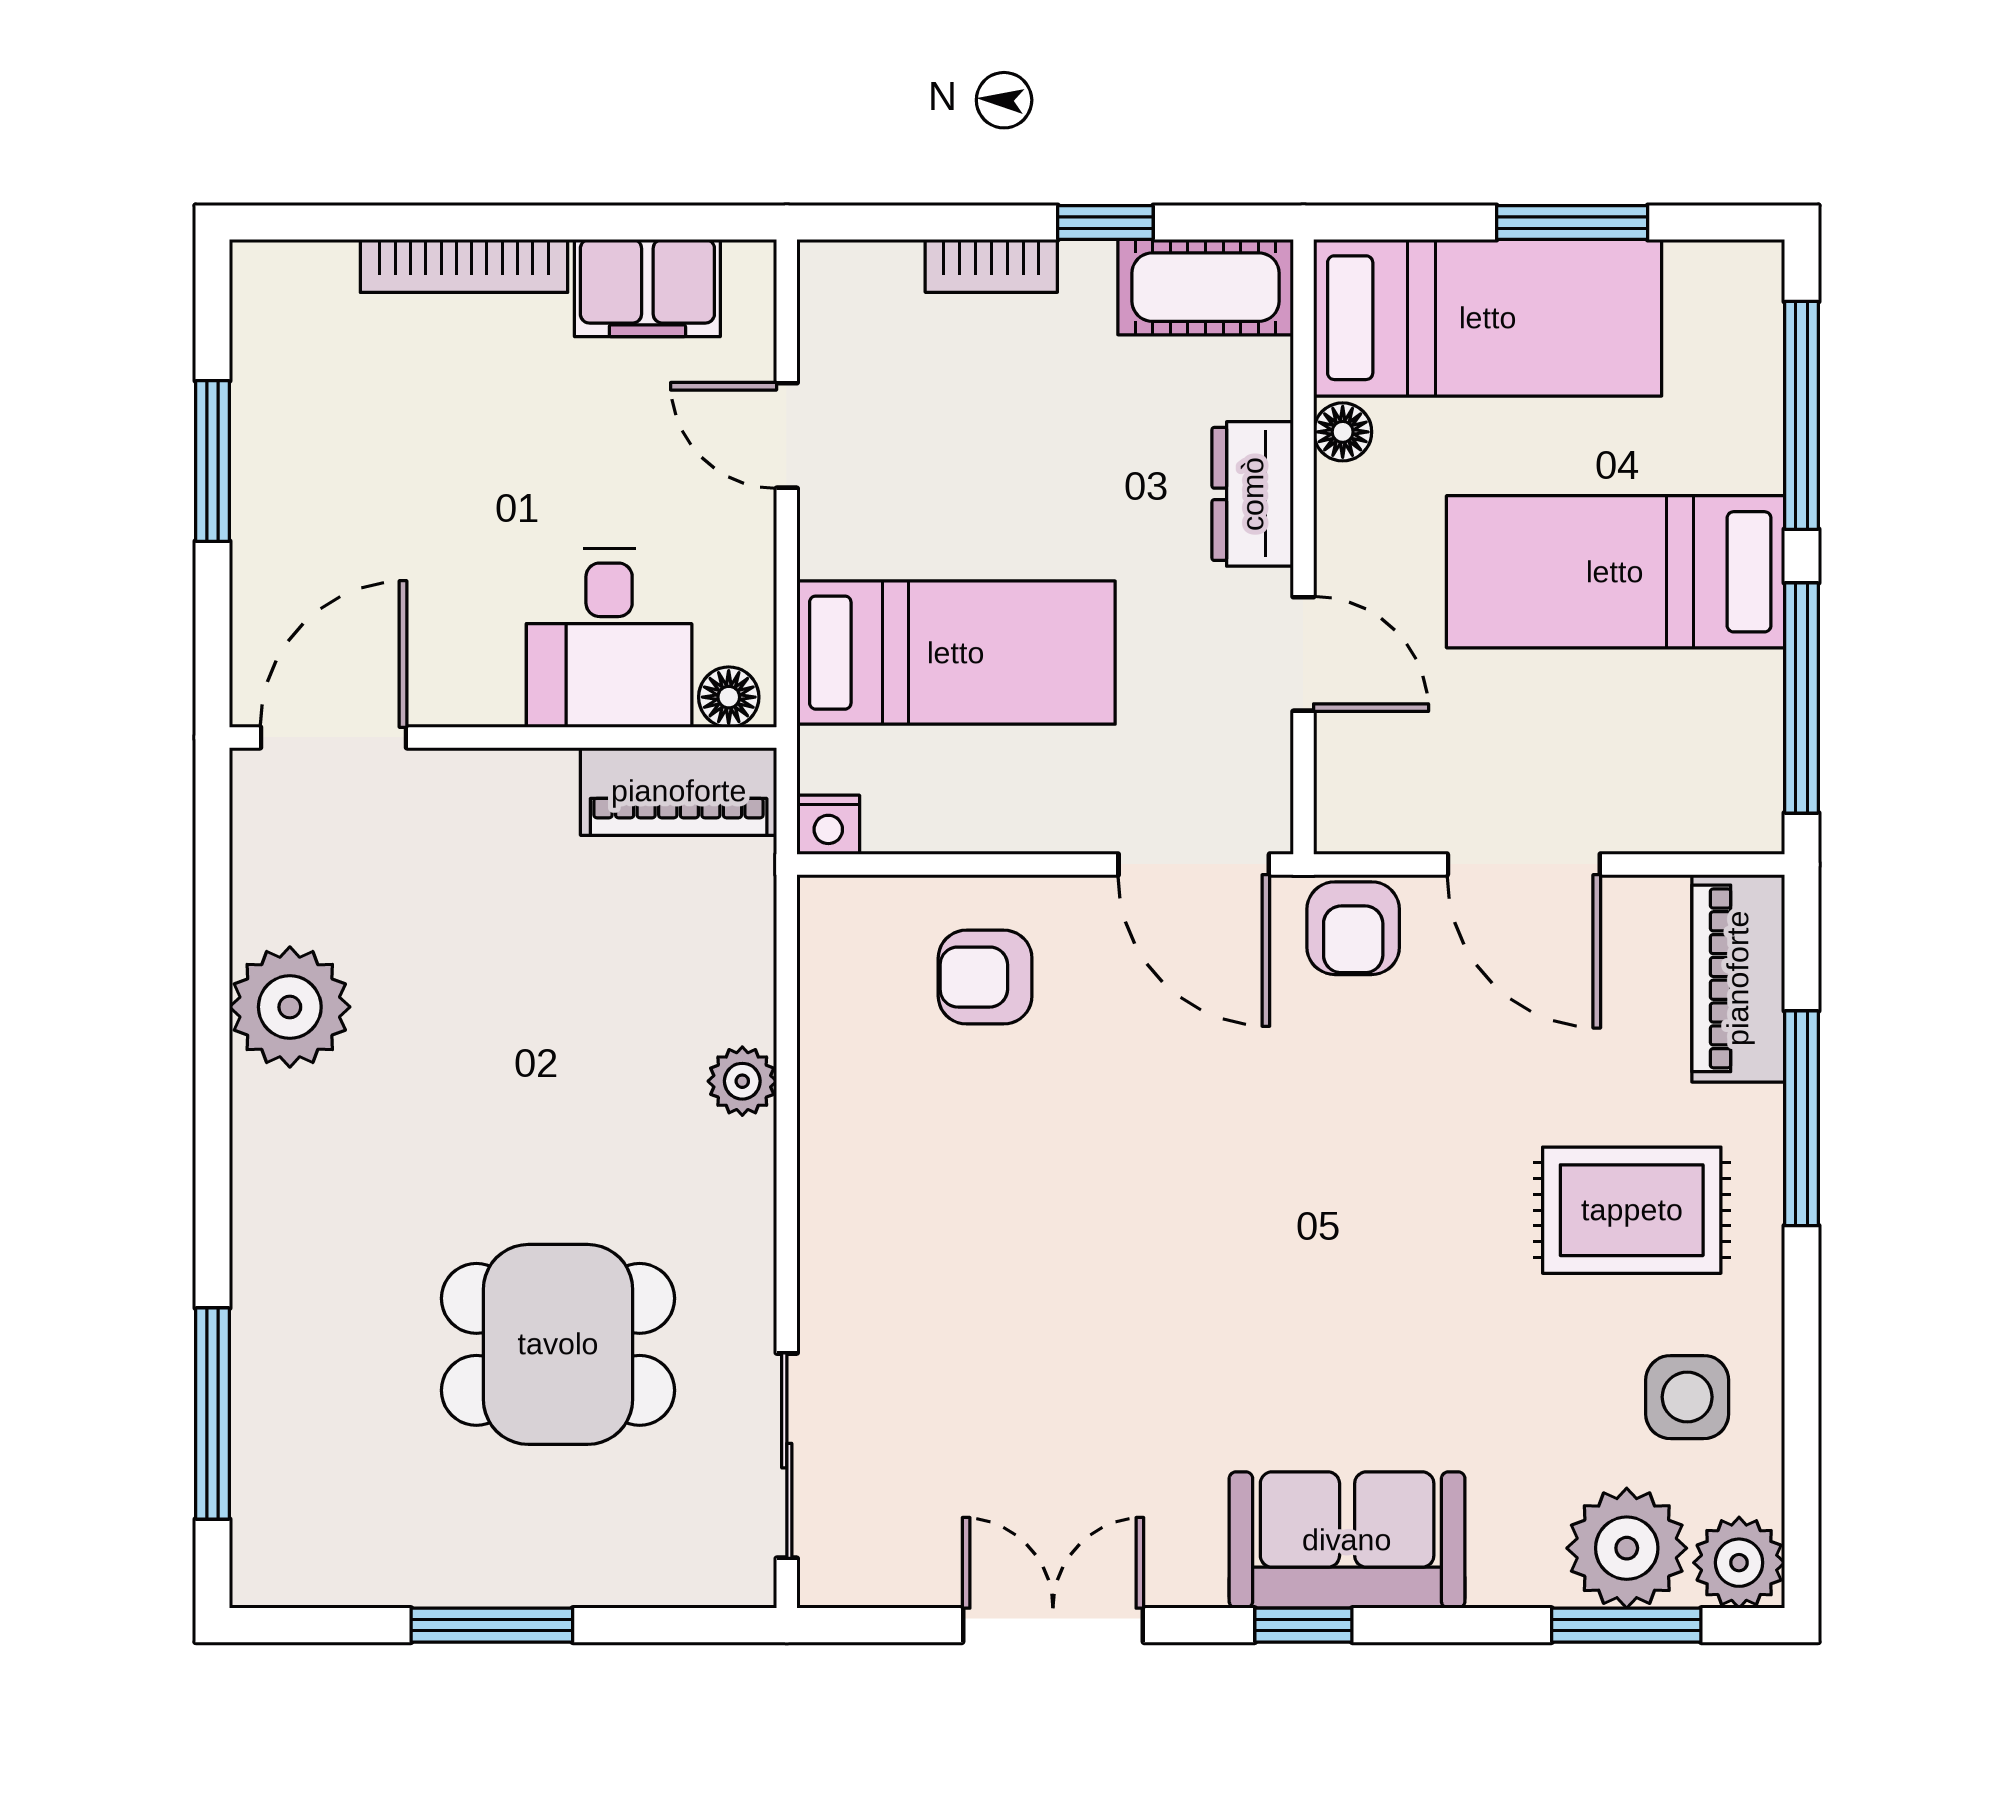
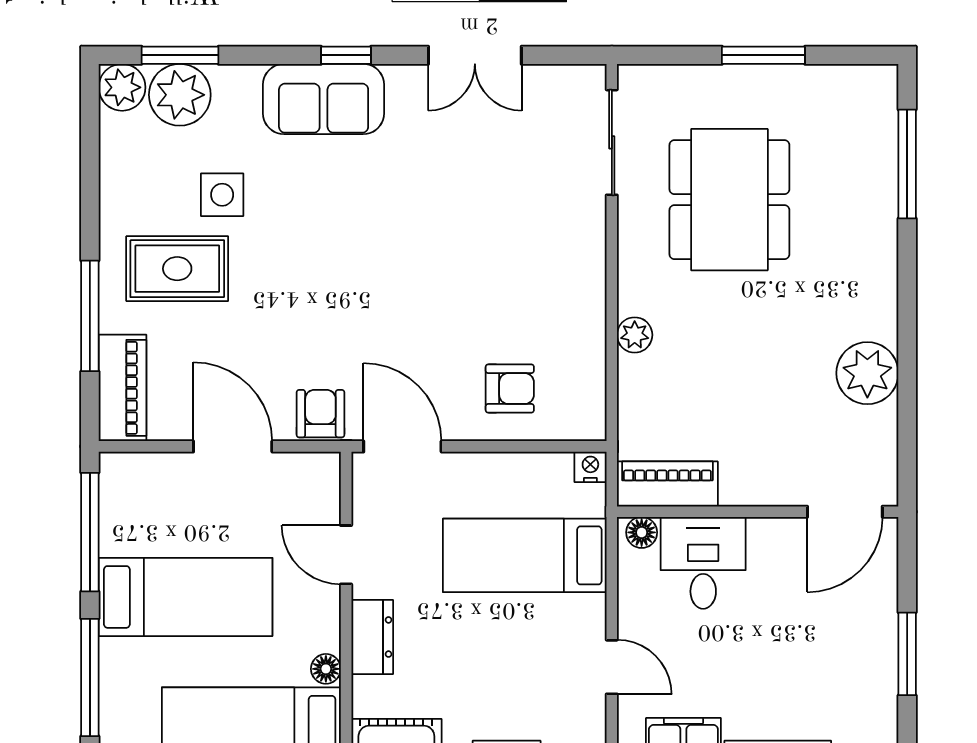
dining table: (558, 1344) -> (729, 200), width x1.38
side table: (1687, 1397) -> (222, 195), moved

